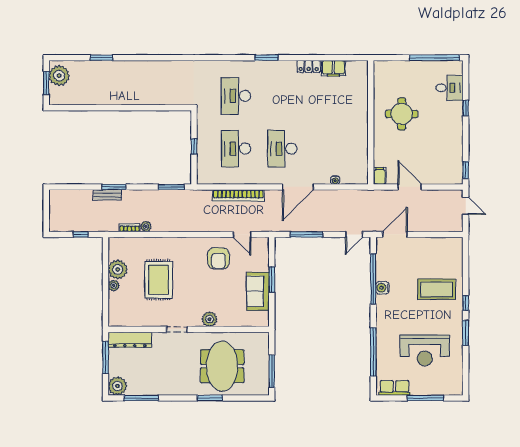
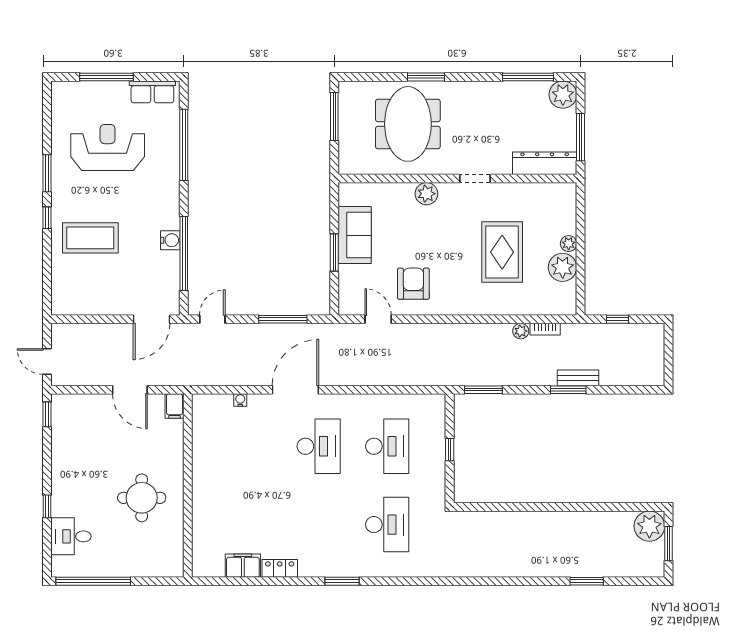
plant: (59, 76) -> (649, 526), moved
bookcase: (238, 195) -> (384, 377), removed

